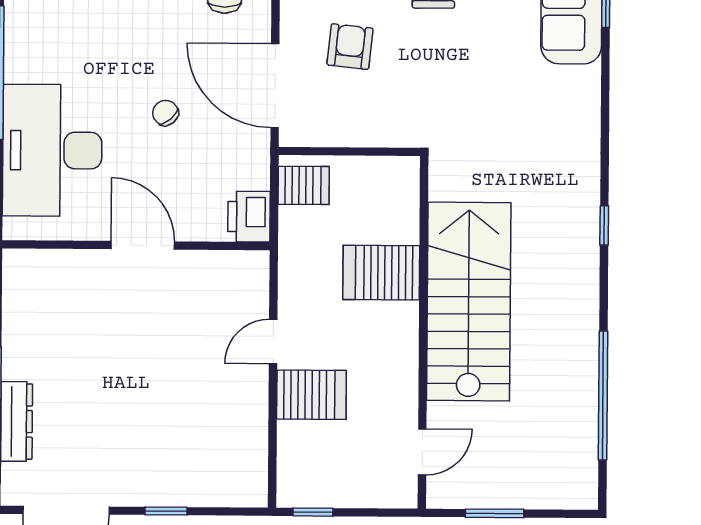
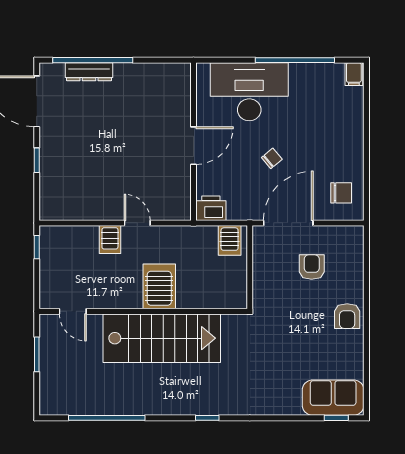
armchair: (350, 47) -> (312, 267), turned -96
server rack: (381, 273) -> (159, 286), moved
server rack: (311, 395) -> (110, 240), width x0.73, depth x0.70

